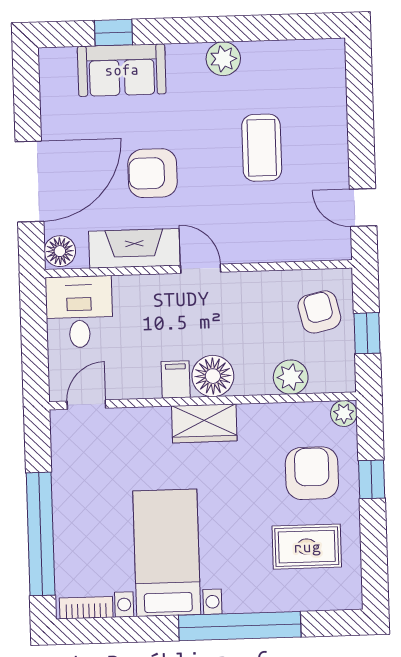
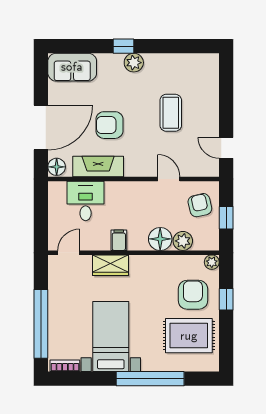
window: (113, 33) -> (123, 46), moved
plant: (223, 59) -> (134, 63), moved
sofa: (122, 70) -> (72, 67), moved
door: (201, 269) -> (169, 179), moved
desk: (79, 312) -> (86, 201), moved
floor lamp: (213, 376) -> (160, 239), moved
wardrobe: (204, 423) -> (110, 265), moved
rug: (307, 547) -> (189, 336), width x1.36, depth x1.43

